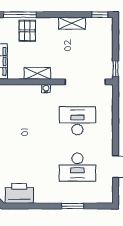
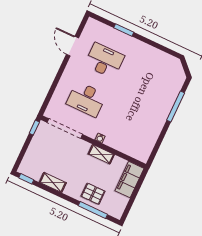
pallet: (27, 31) -> (93, 194), turned 90
printer: (19, 193) -> (163, 61), removed

